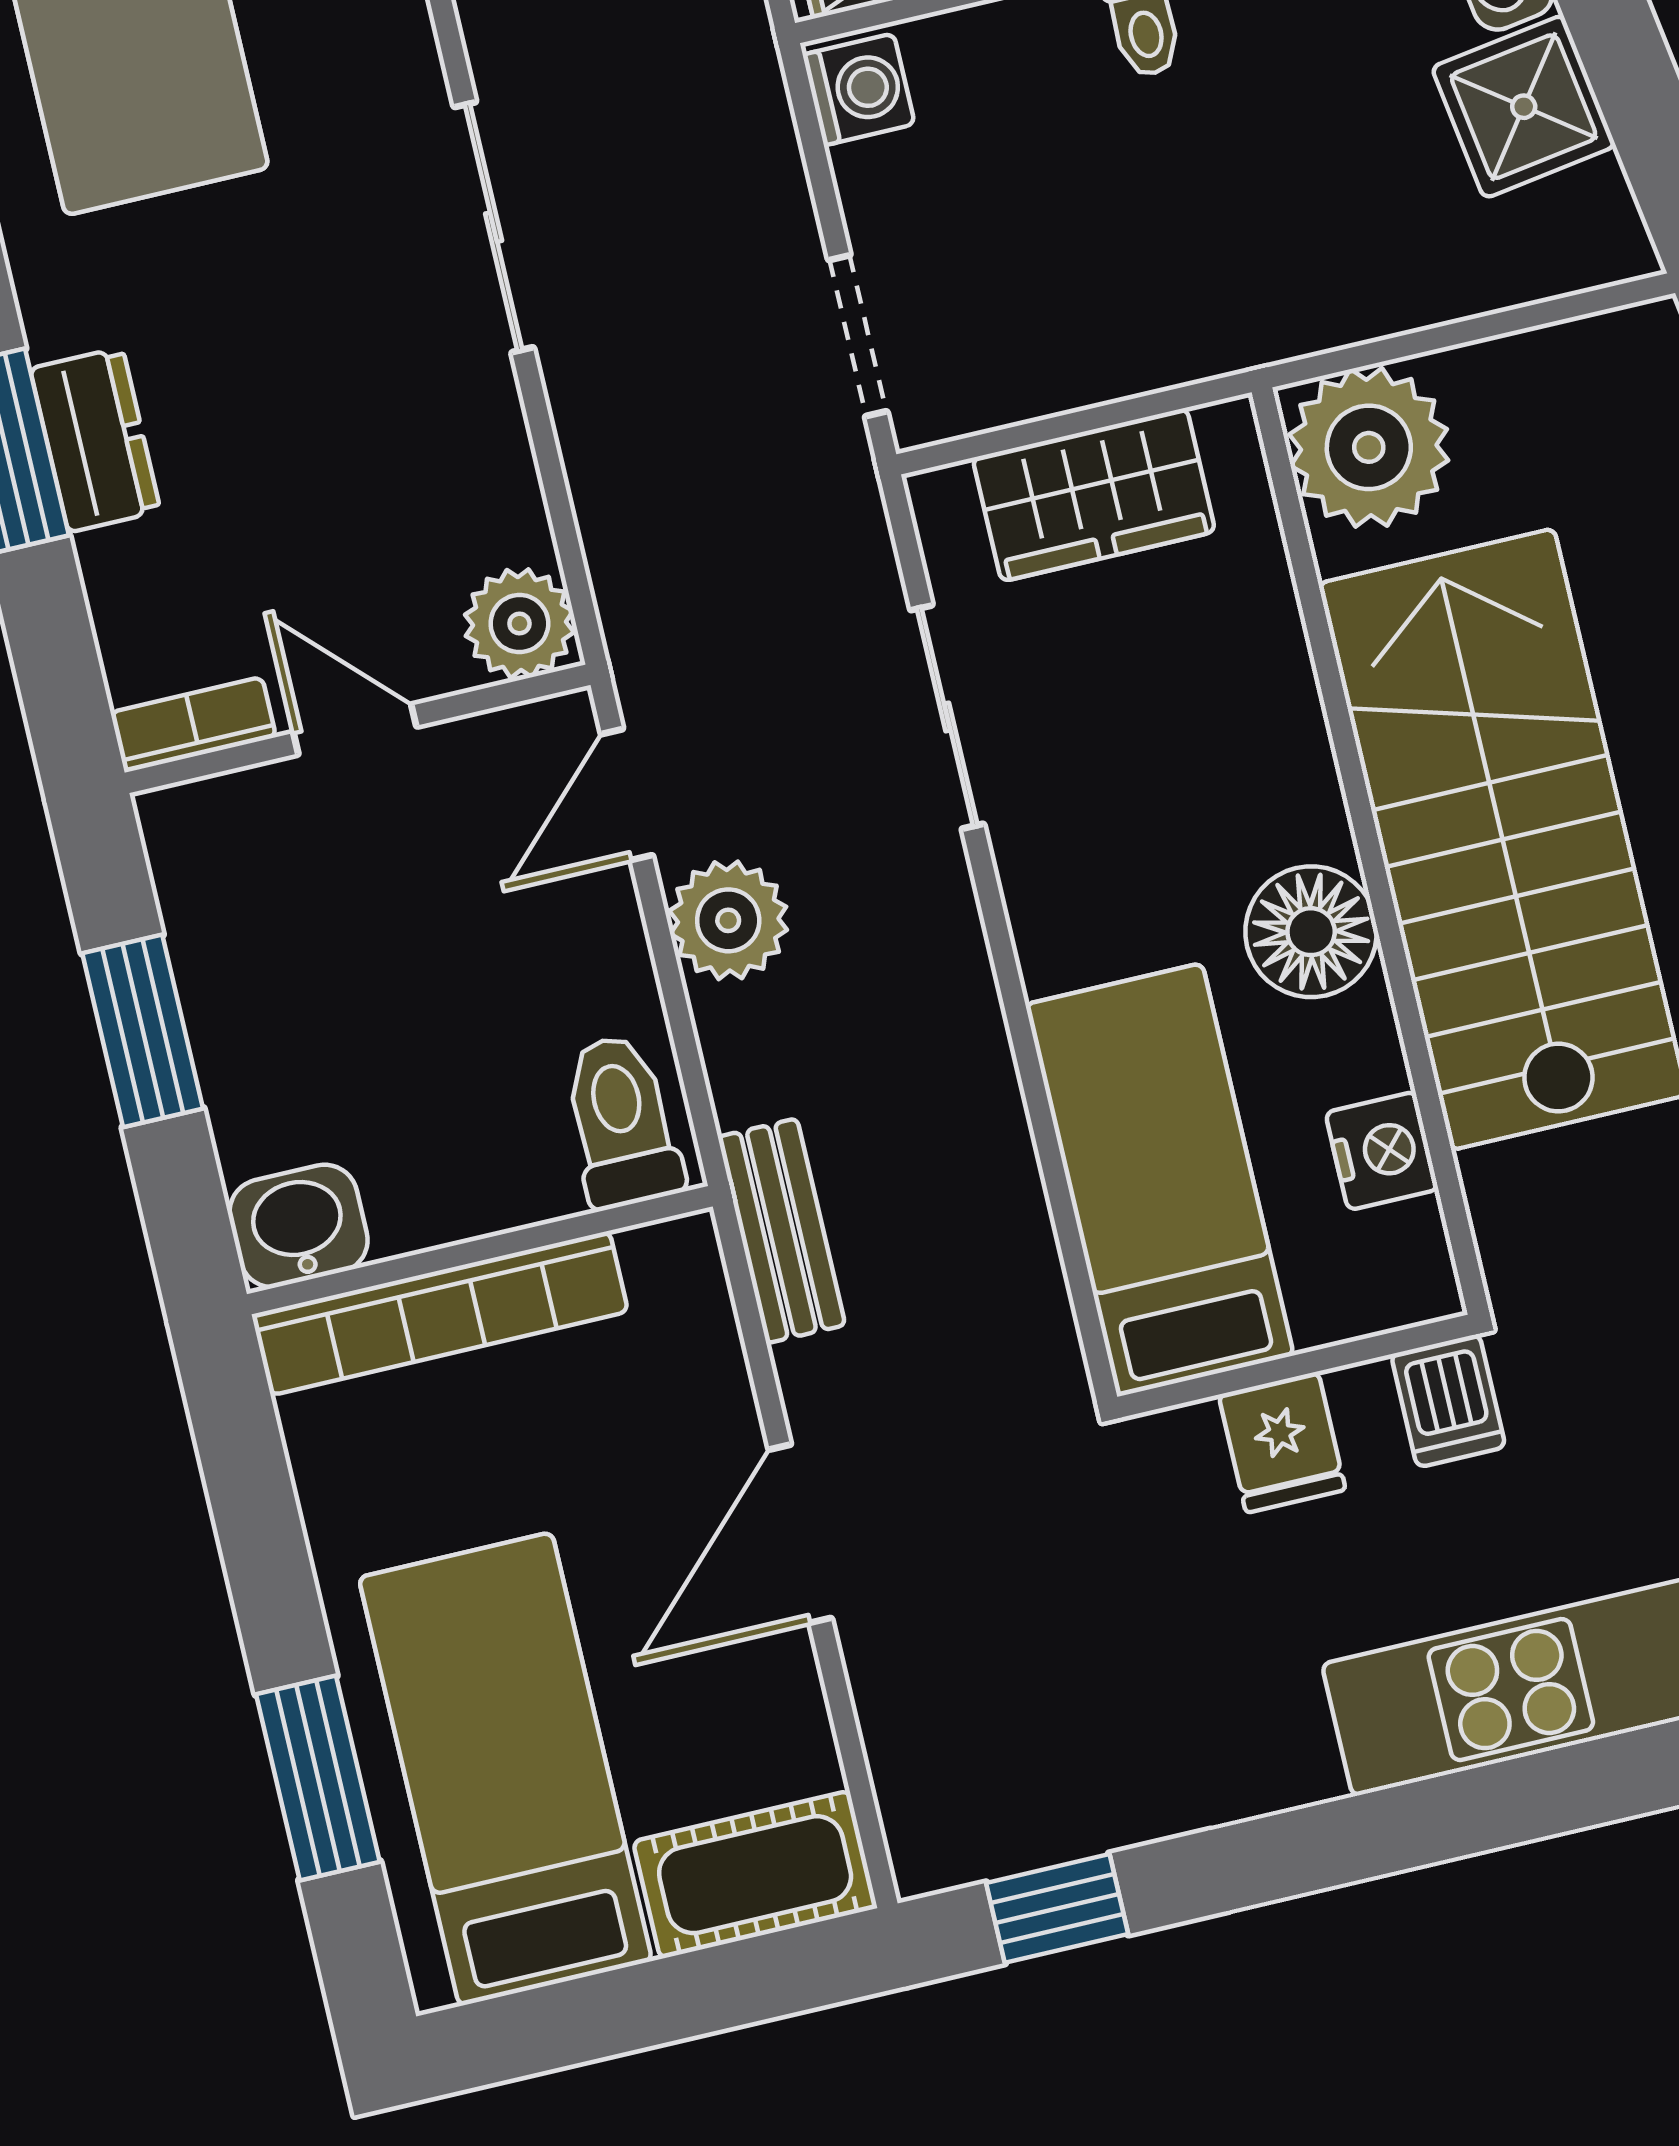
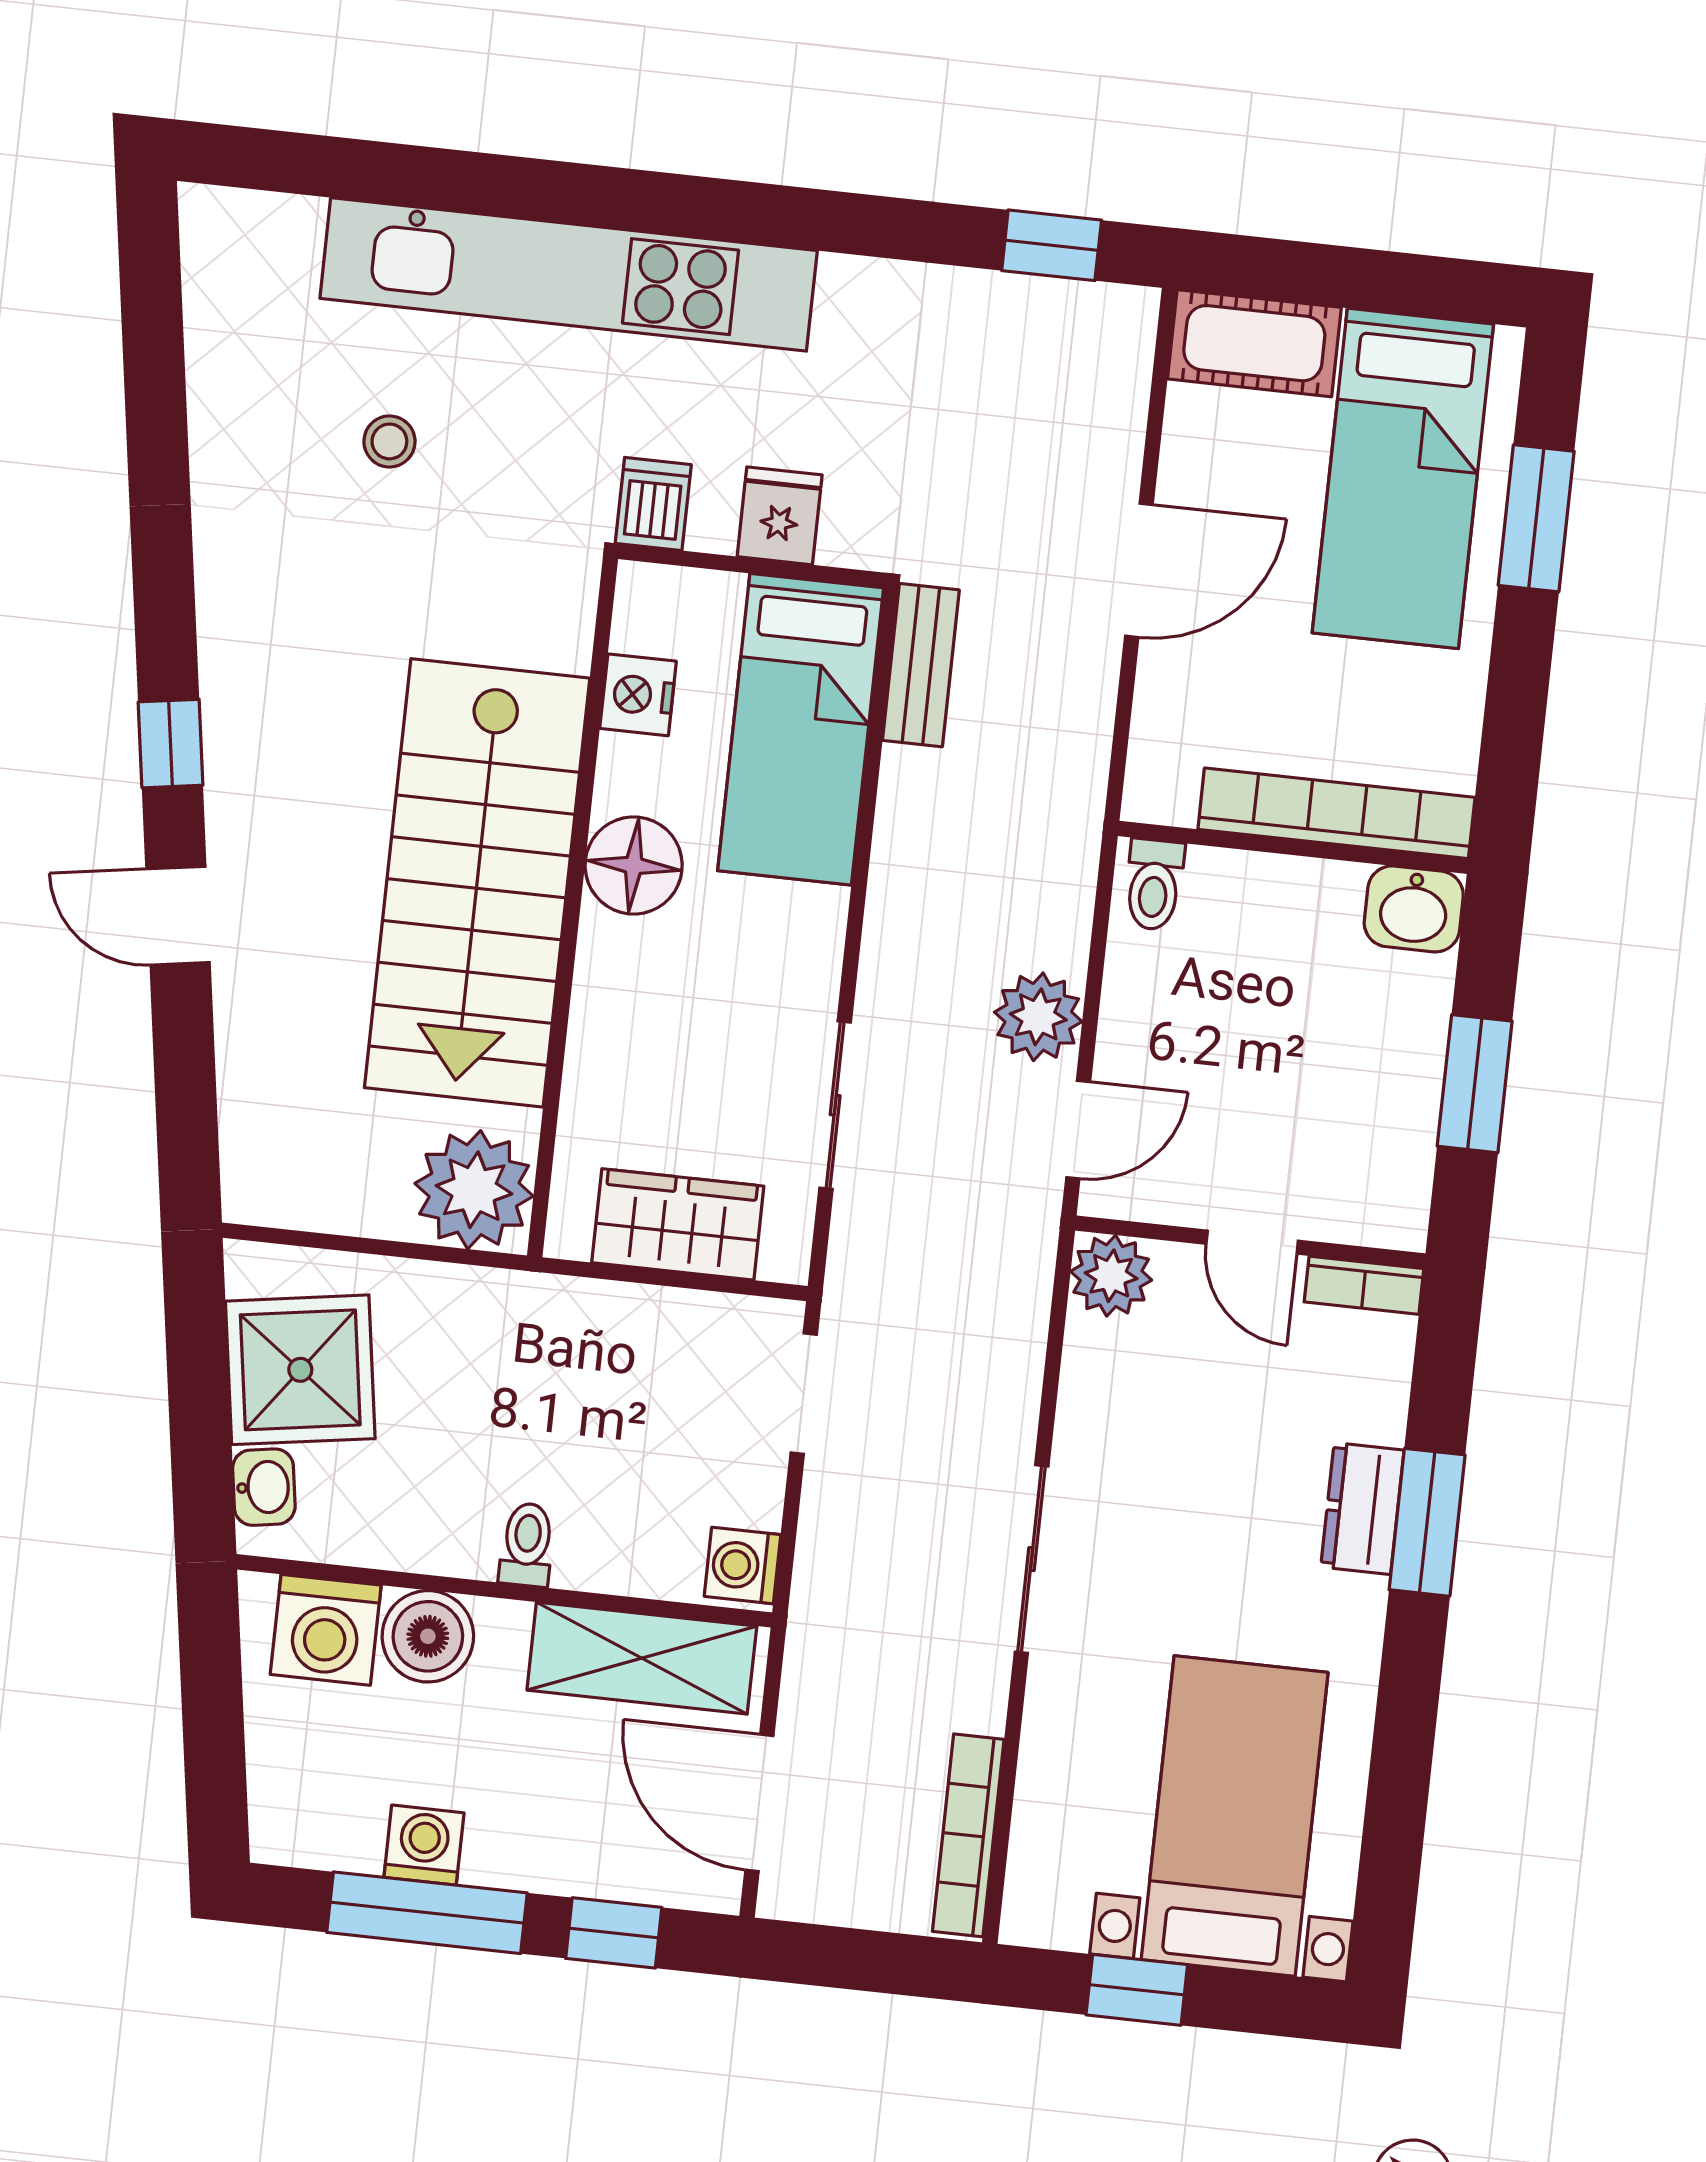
shower: (1524, 107) -> (300, 1370), width x1.36, depth x1.36
toilet: (622, 1121) -> (1154, 885), width x0.73, depth x0.72
bench: (781, 1231) -> (921, 665), moved

